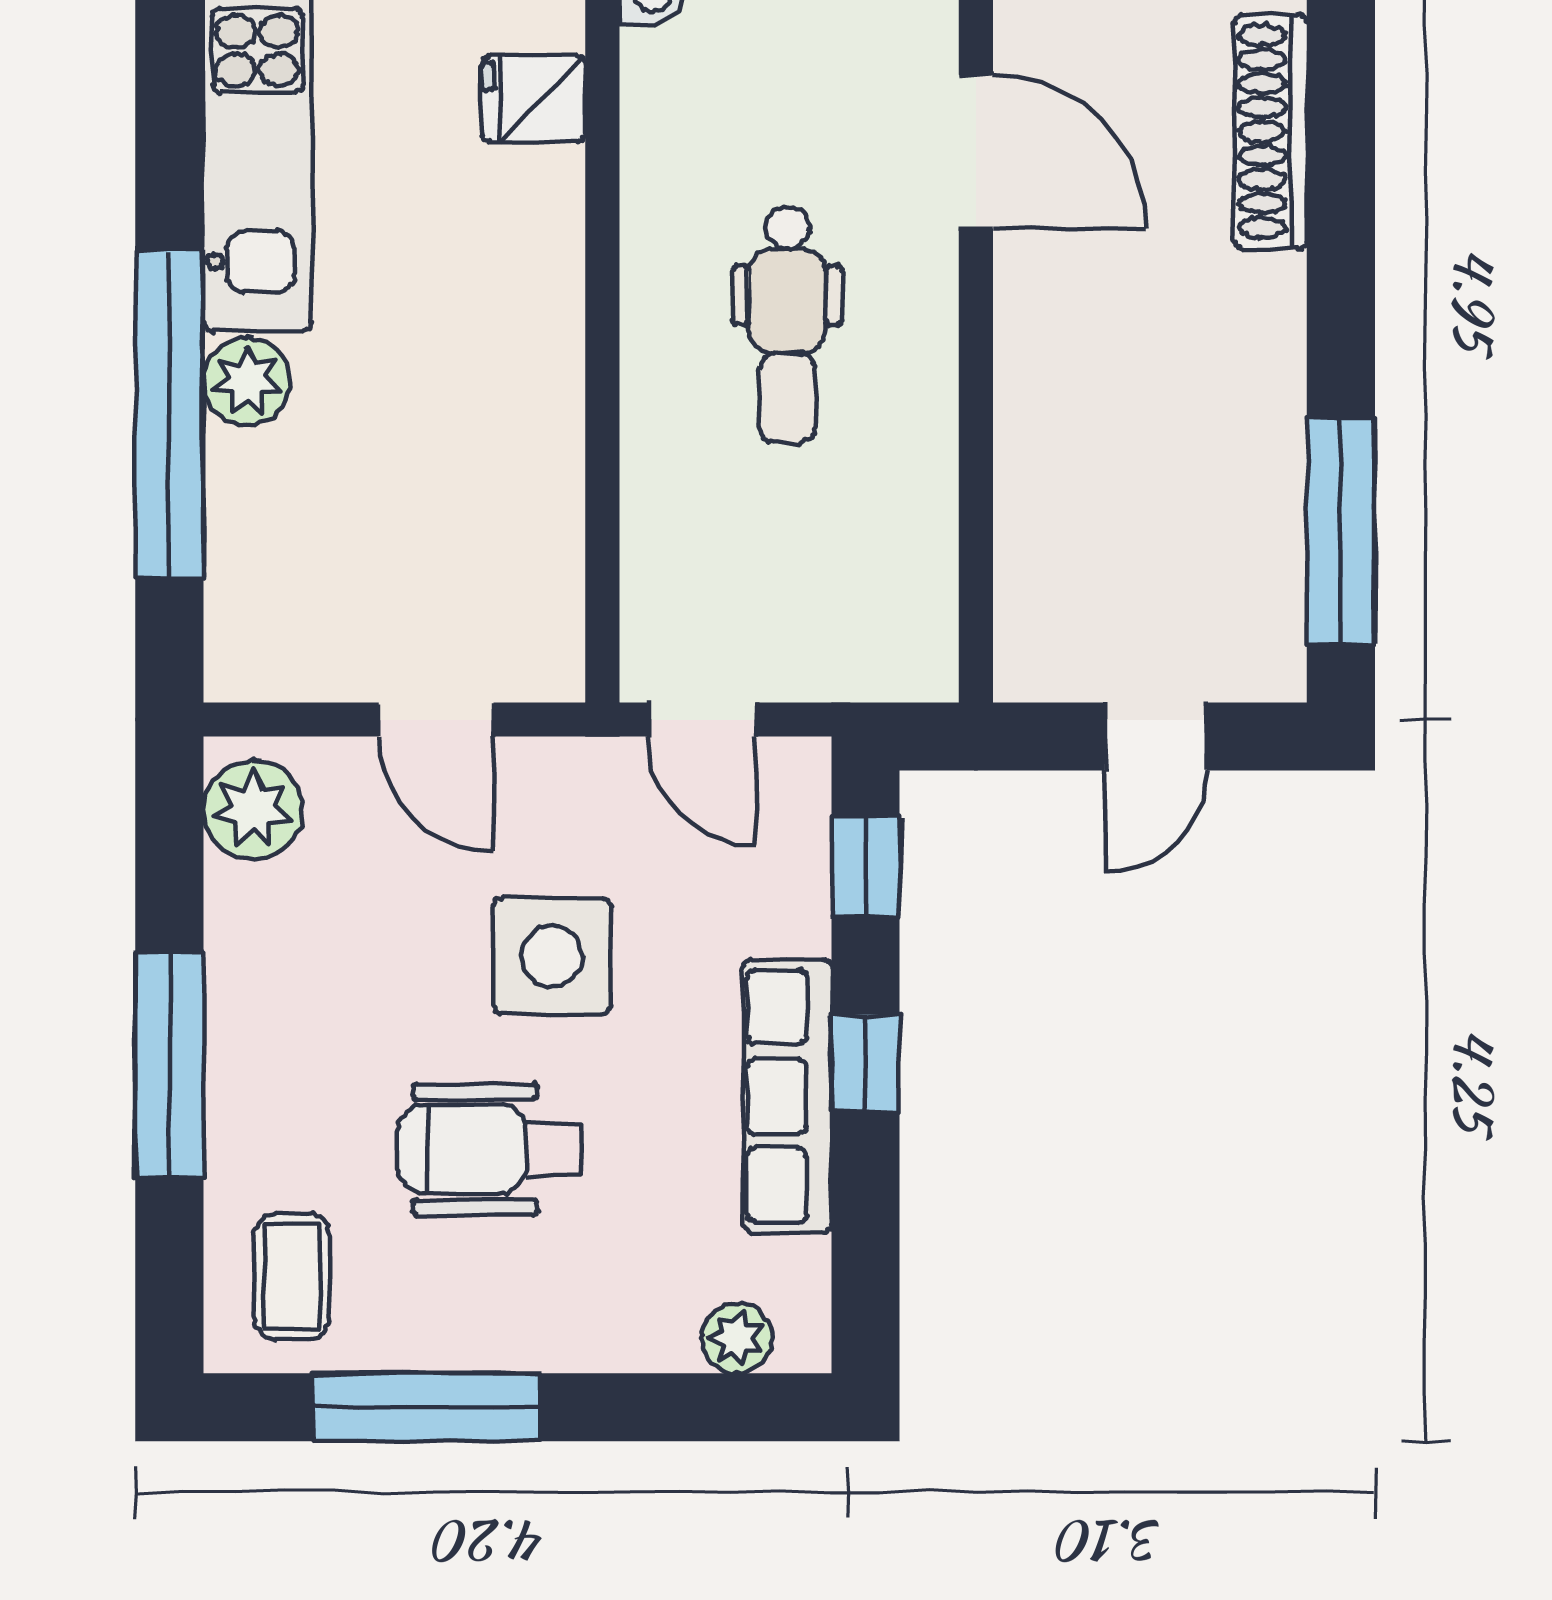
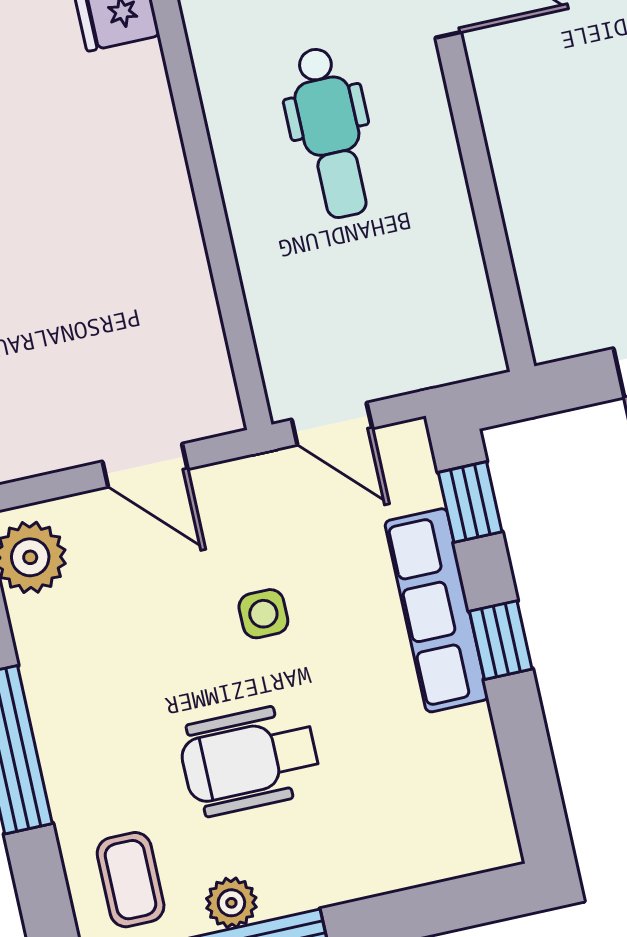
side table: (552, 956) -> (263, 614), width x0.54, depth x0.54
row of seats: (787, 1096) -> (437, 610), moved
plant: (737, 1338) -> (231, 903), moved

